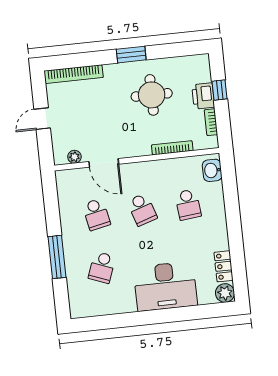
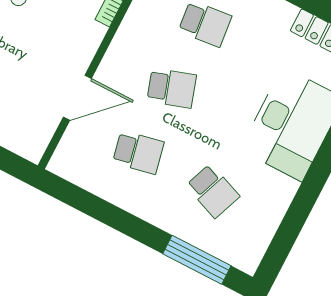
plant: (74, 157) -> (44, 131), removed
window: (57, 257) -> (197, 260), moved

